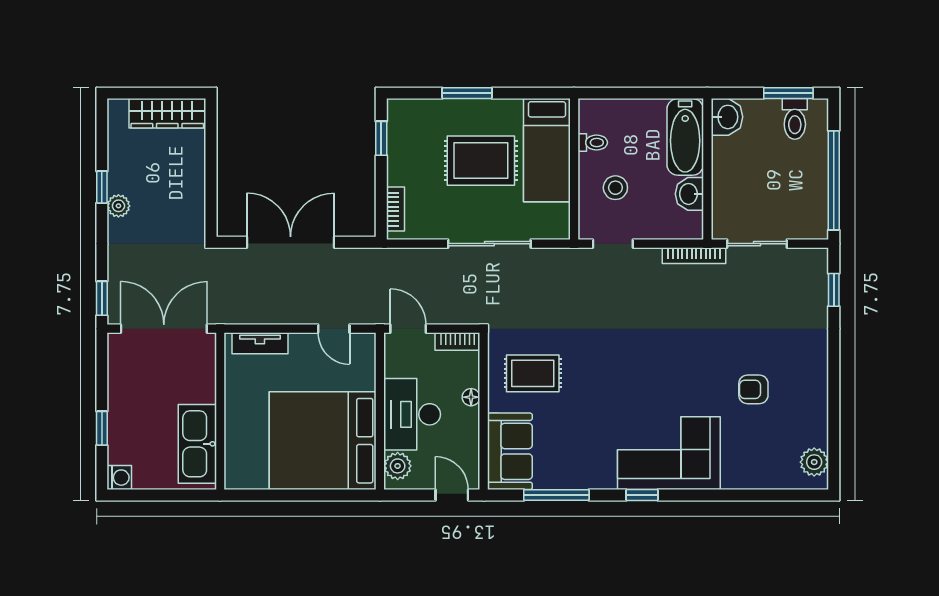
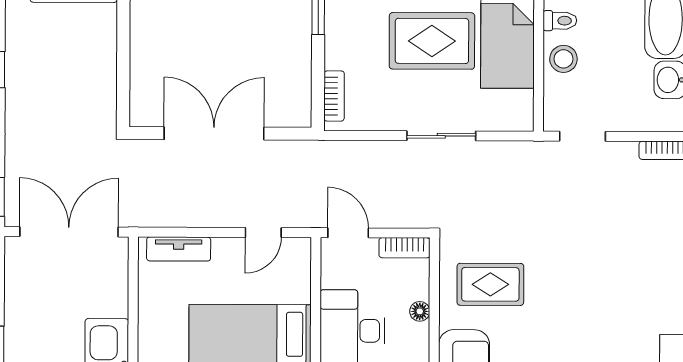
stool: (615, 188) -> (563, 59), moved
plant: (118, 206) -> (17, 91), removed
sliding door: (489, 244) -> (441, 136), width x0.73
door: (334, 329) -> (263, 233), hinge flipped

